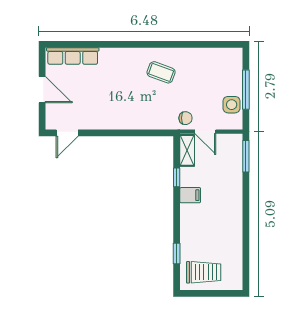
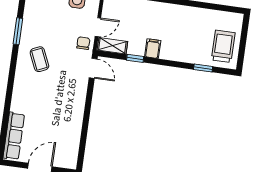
window: (188, 44) -> (18, 31), added
coffee table: (161, 72) -> (39, 59), turned -44
door: (67, 133) -> (93, 68), moved

